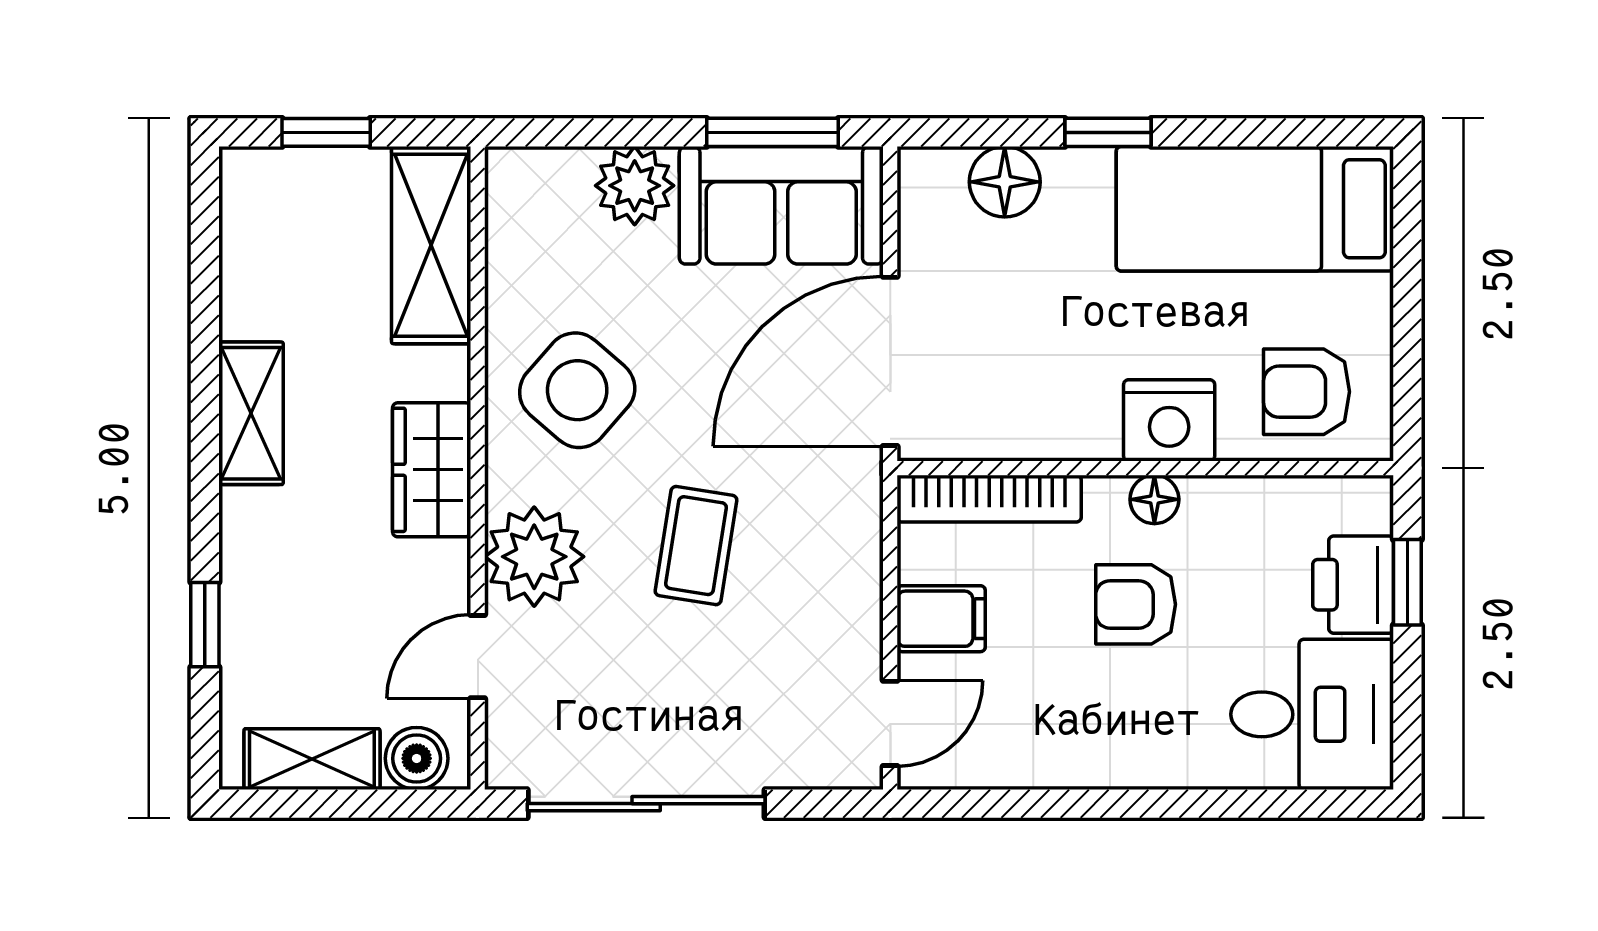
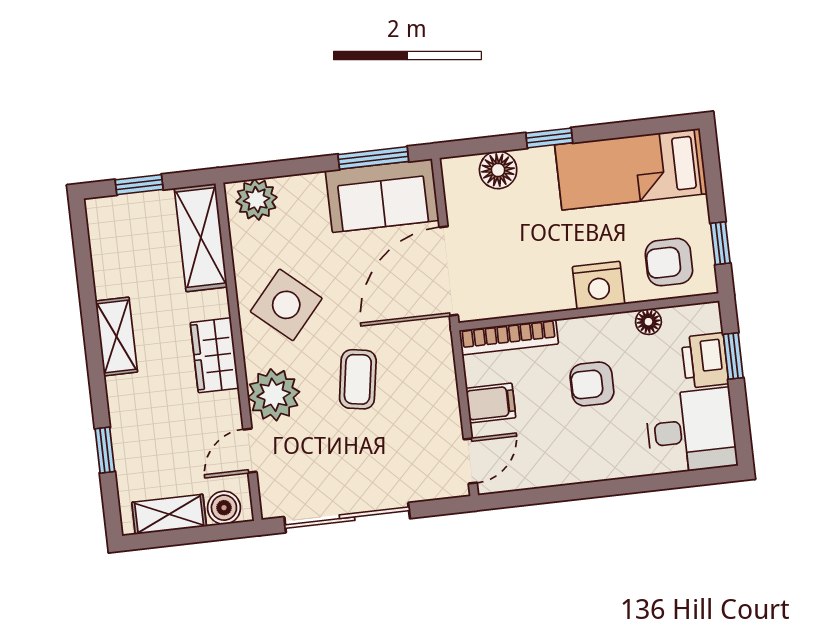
plant: (635, 186) -> (257, 200), moved
window: (1407, 367) -> (720, 243), added
floor lamp: (1154, 499) -> (648, 322), moved

